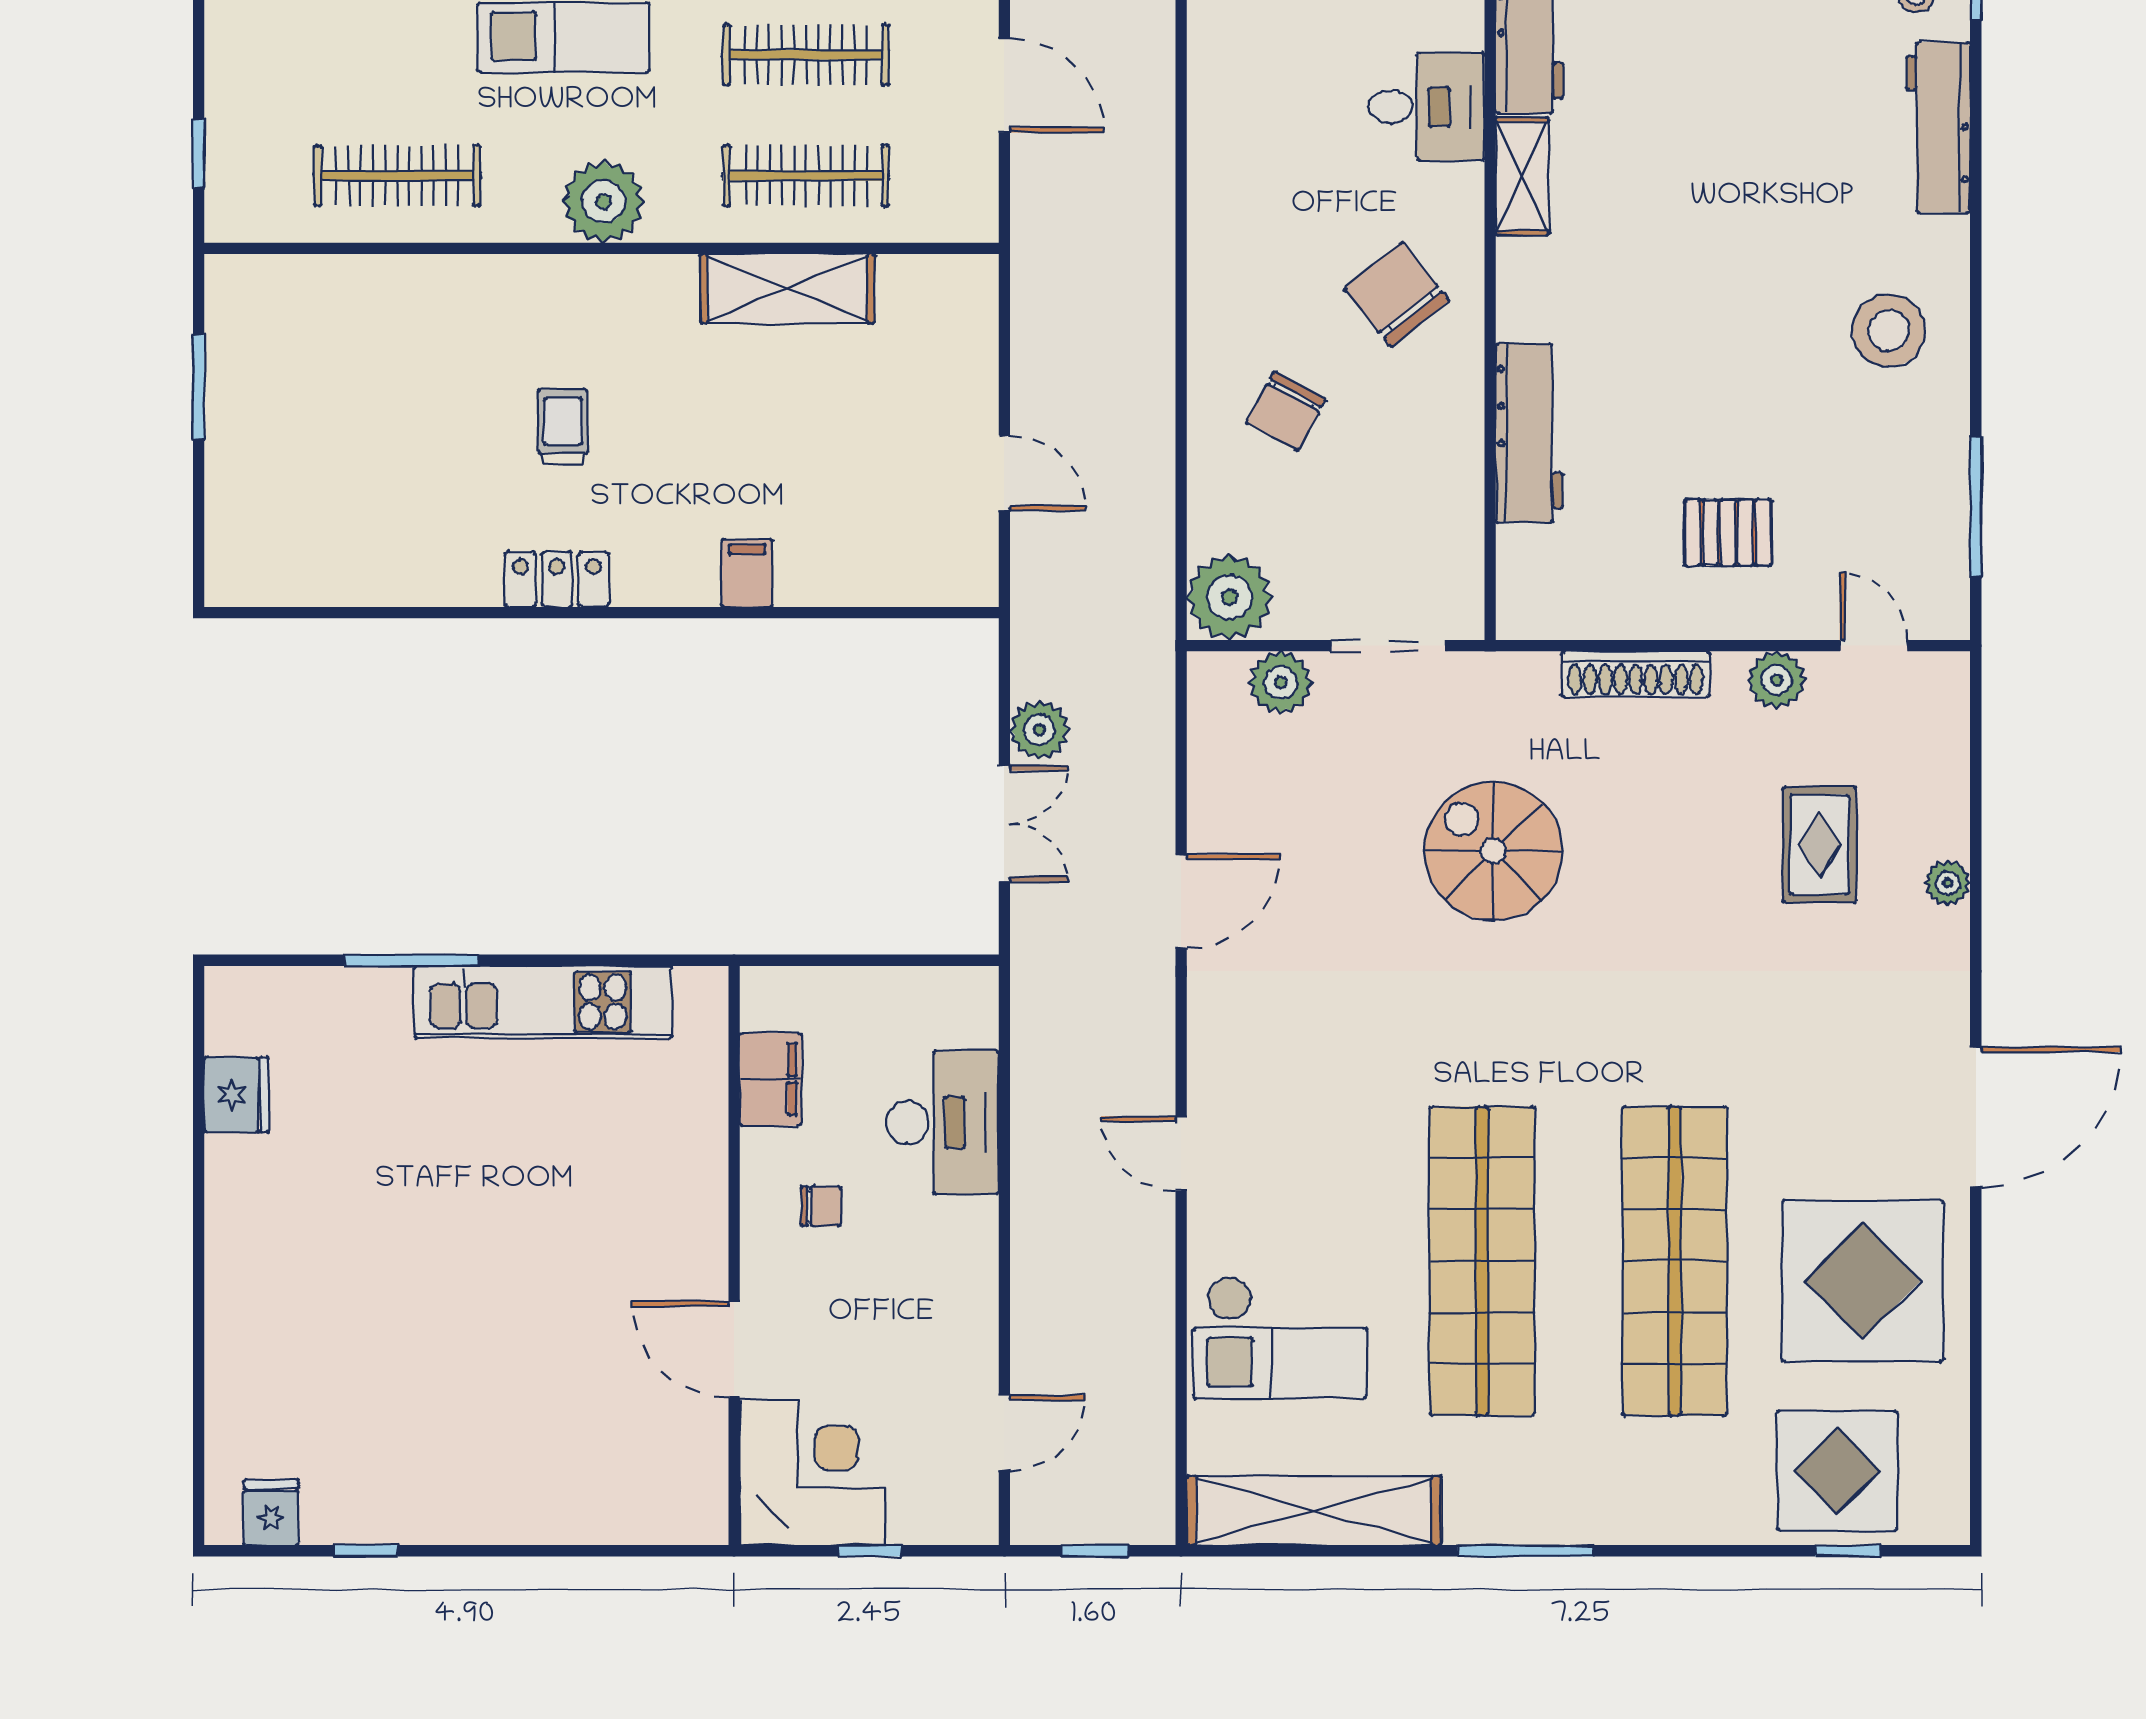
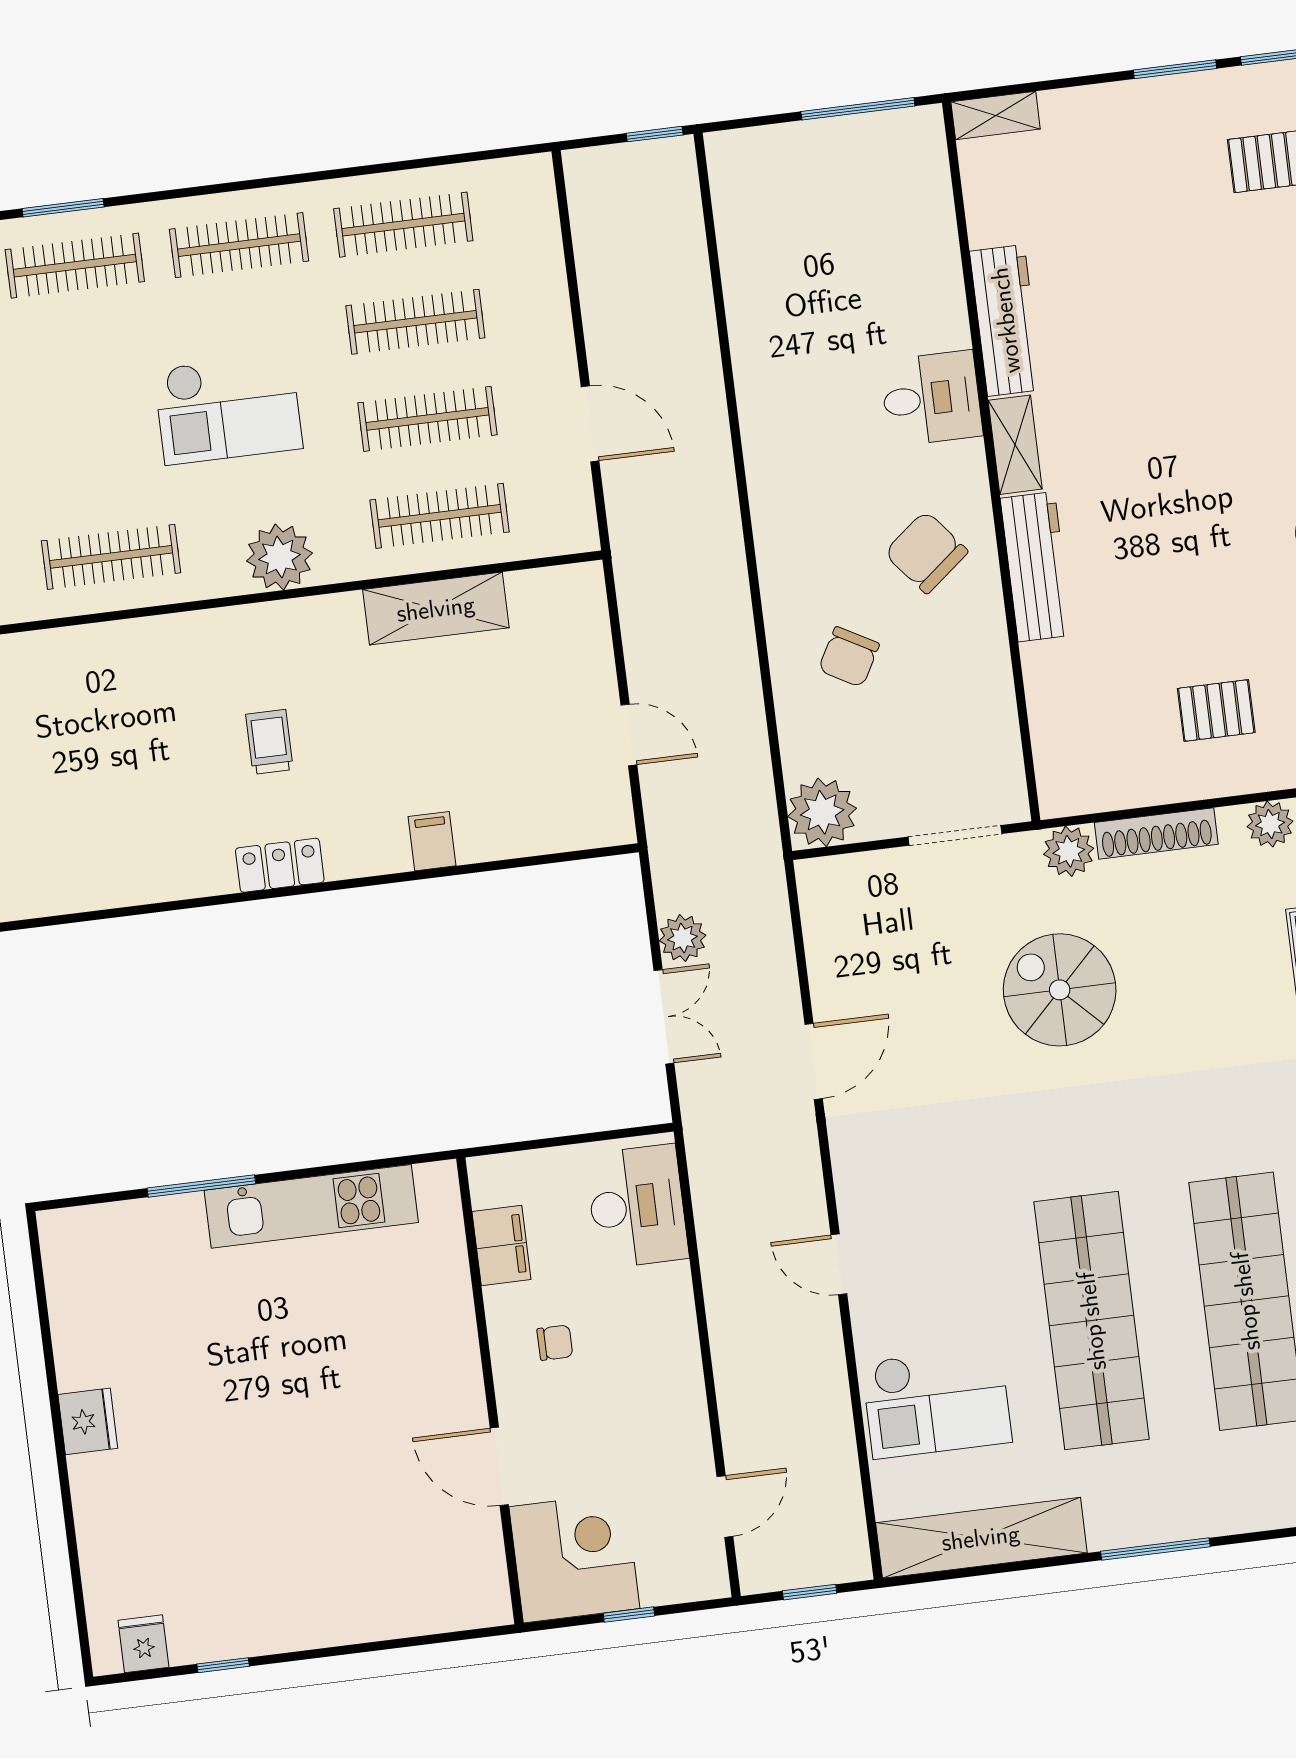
workbench: (1529, 433) -> (1036, 567), moved
plant: (1281, 683) -> (1069, 851), moved
fridge: (237, 1095) -> (88, 1421), moved
desk: (942, 1122) -> (637, 1206), moved

